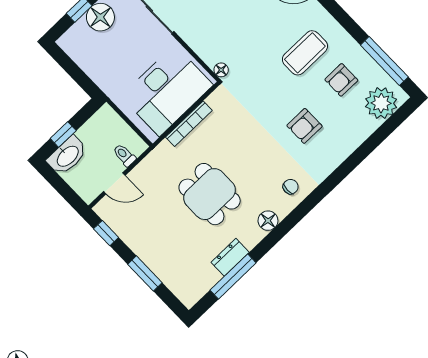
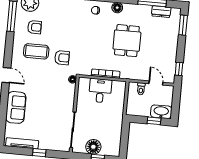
desk: (167, 91) -> (100, 91), width x0.53, depth x0.77
armchair: (304, 126) -> (62, 58), moved
dresser: (230, 257) -> (161, 12), moved
window: (145, 273) -> (183, 25), moved

